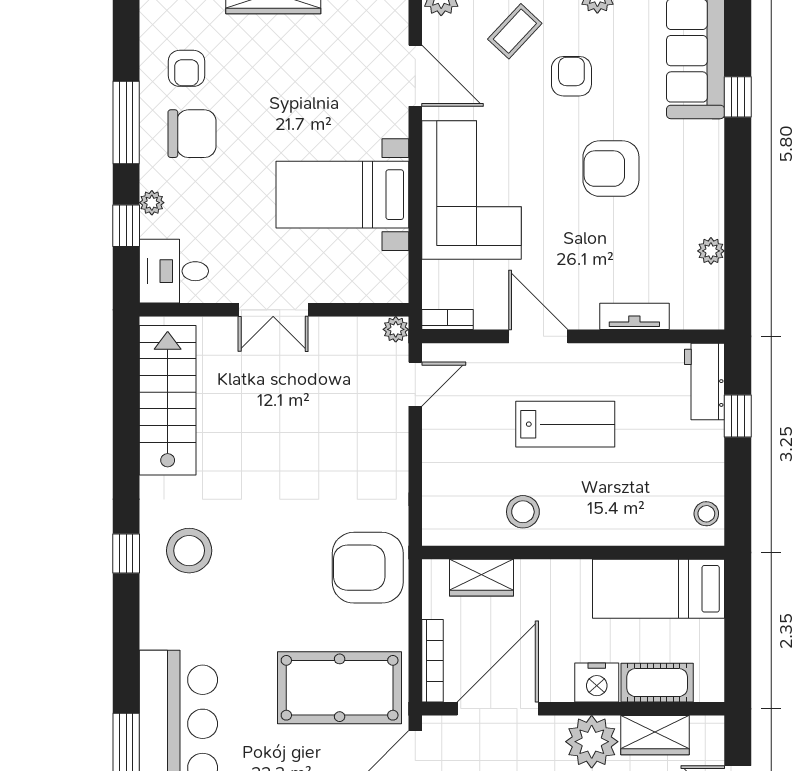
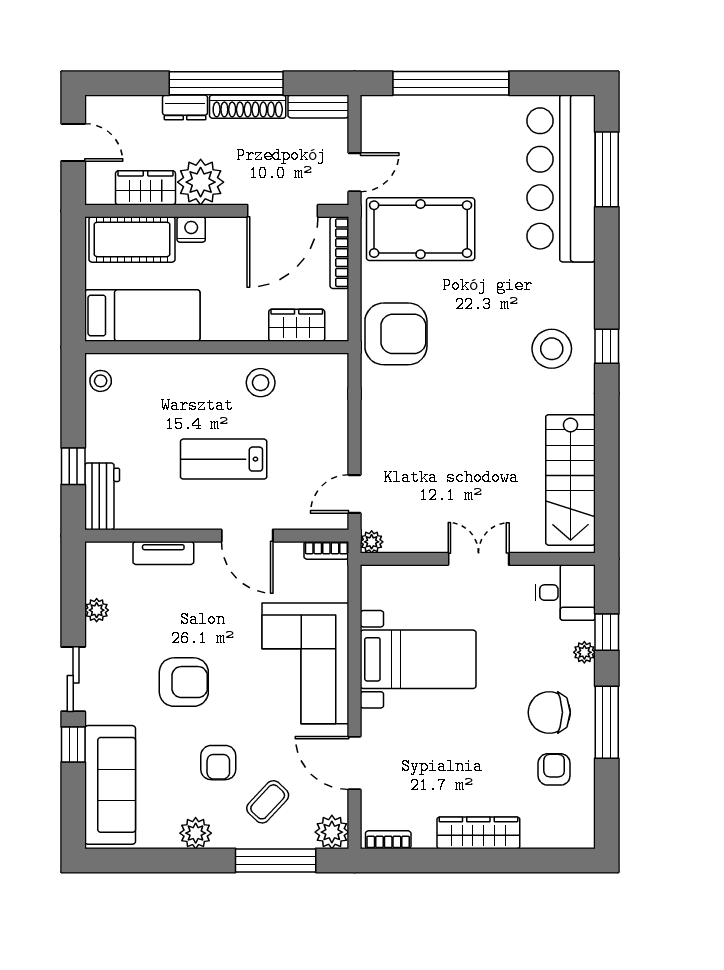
sliding door: (738, 172) -> (73, 679), added
nightstand: (597, 683) -> (191, 230), width x0.74, depth x0.75
cot: (657, 683) -> (132, 239), width x1.37, depth x1.34

